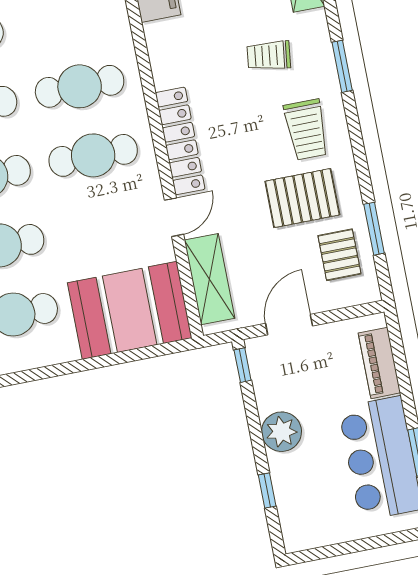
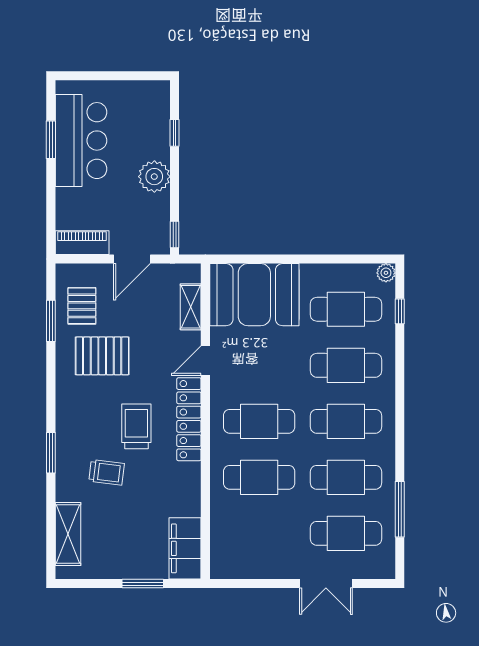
trolley: (306, 130) -> (136, 426), moved
shelving: (209, 279) -> (191, 307), width x0.67, depth x0.75
piano: (379, 363) -> (82, 243), moved, turned -90

